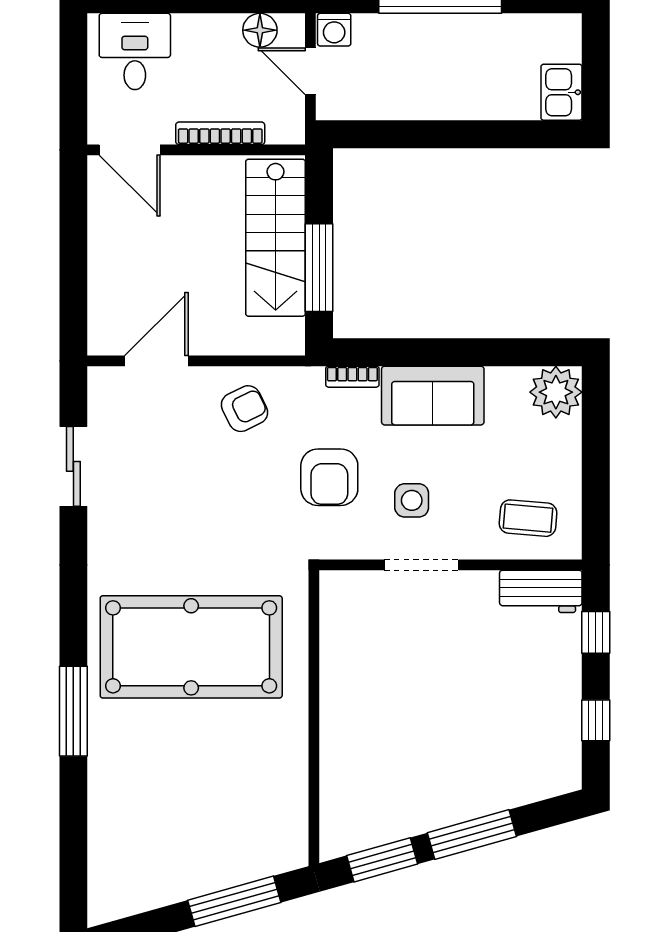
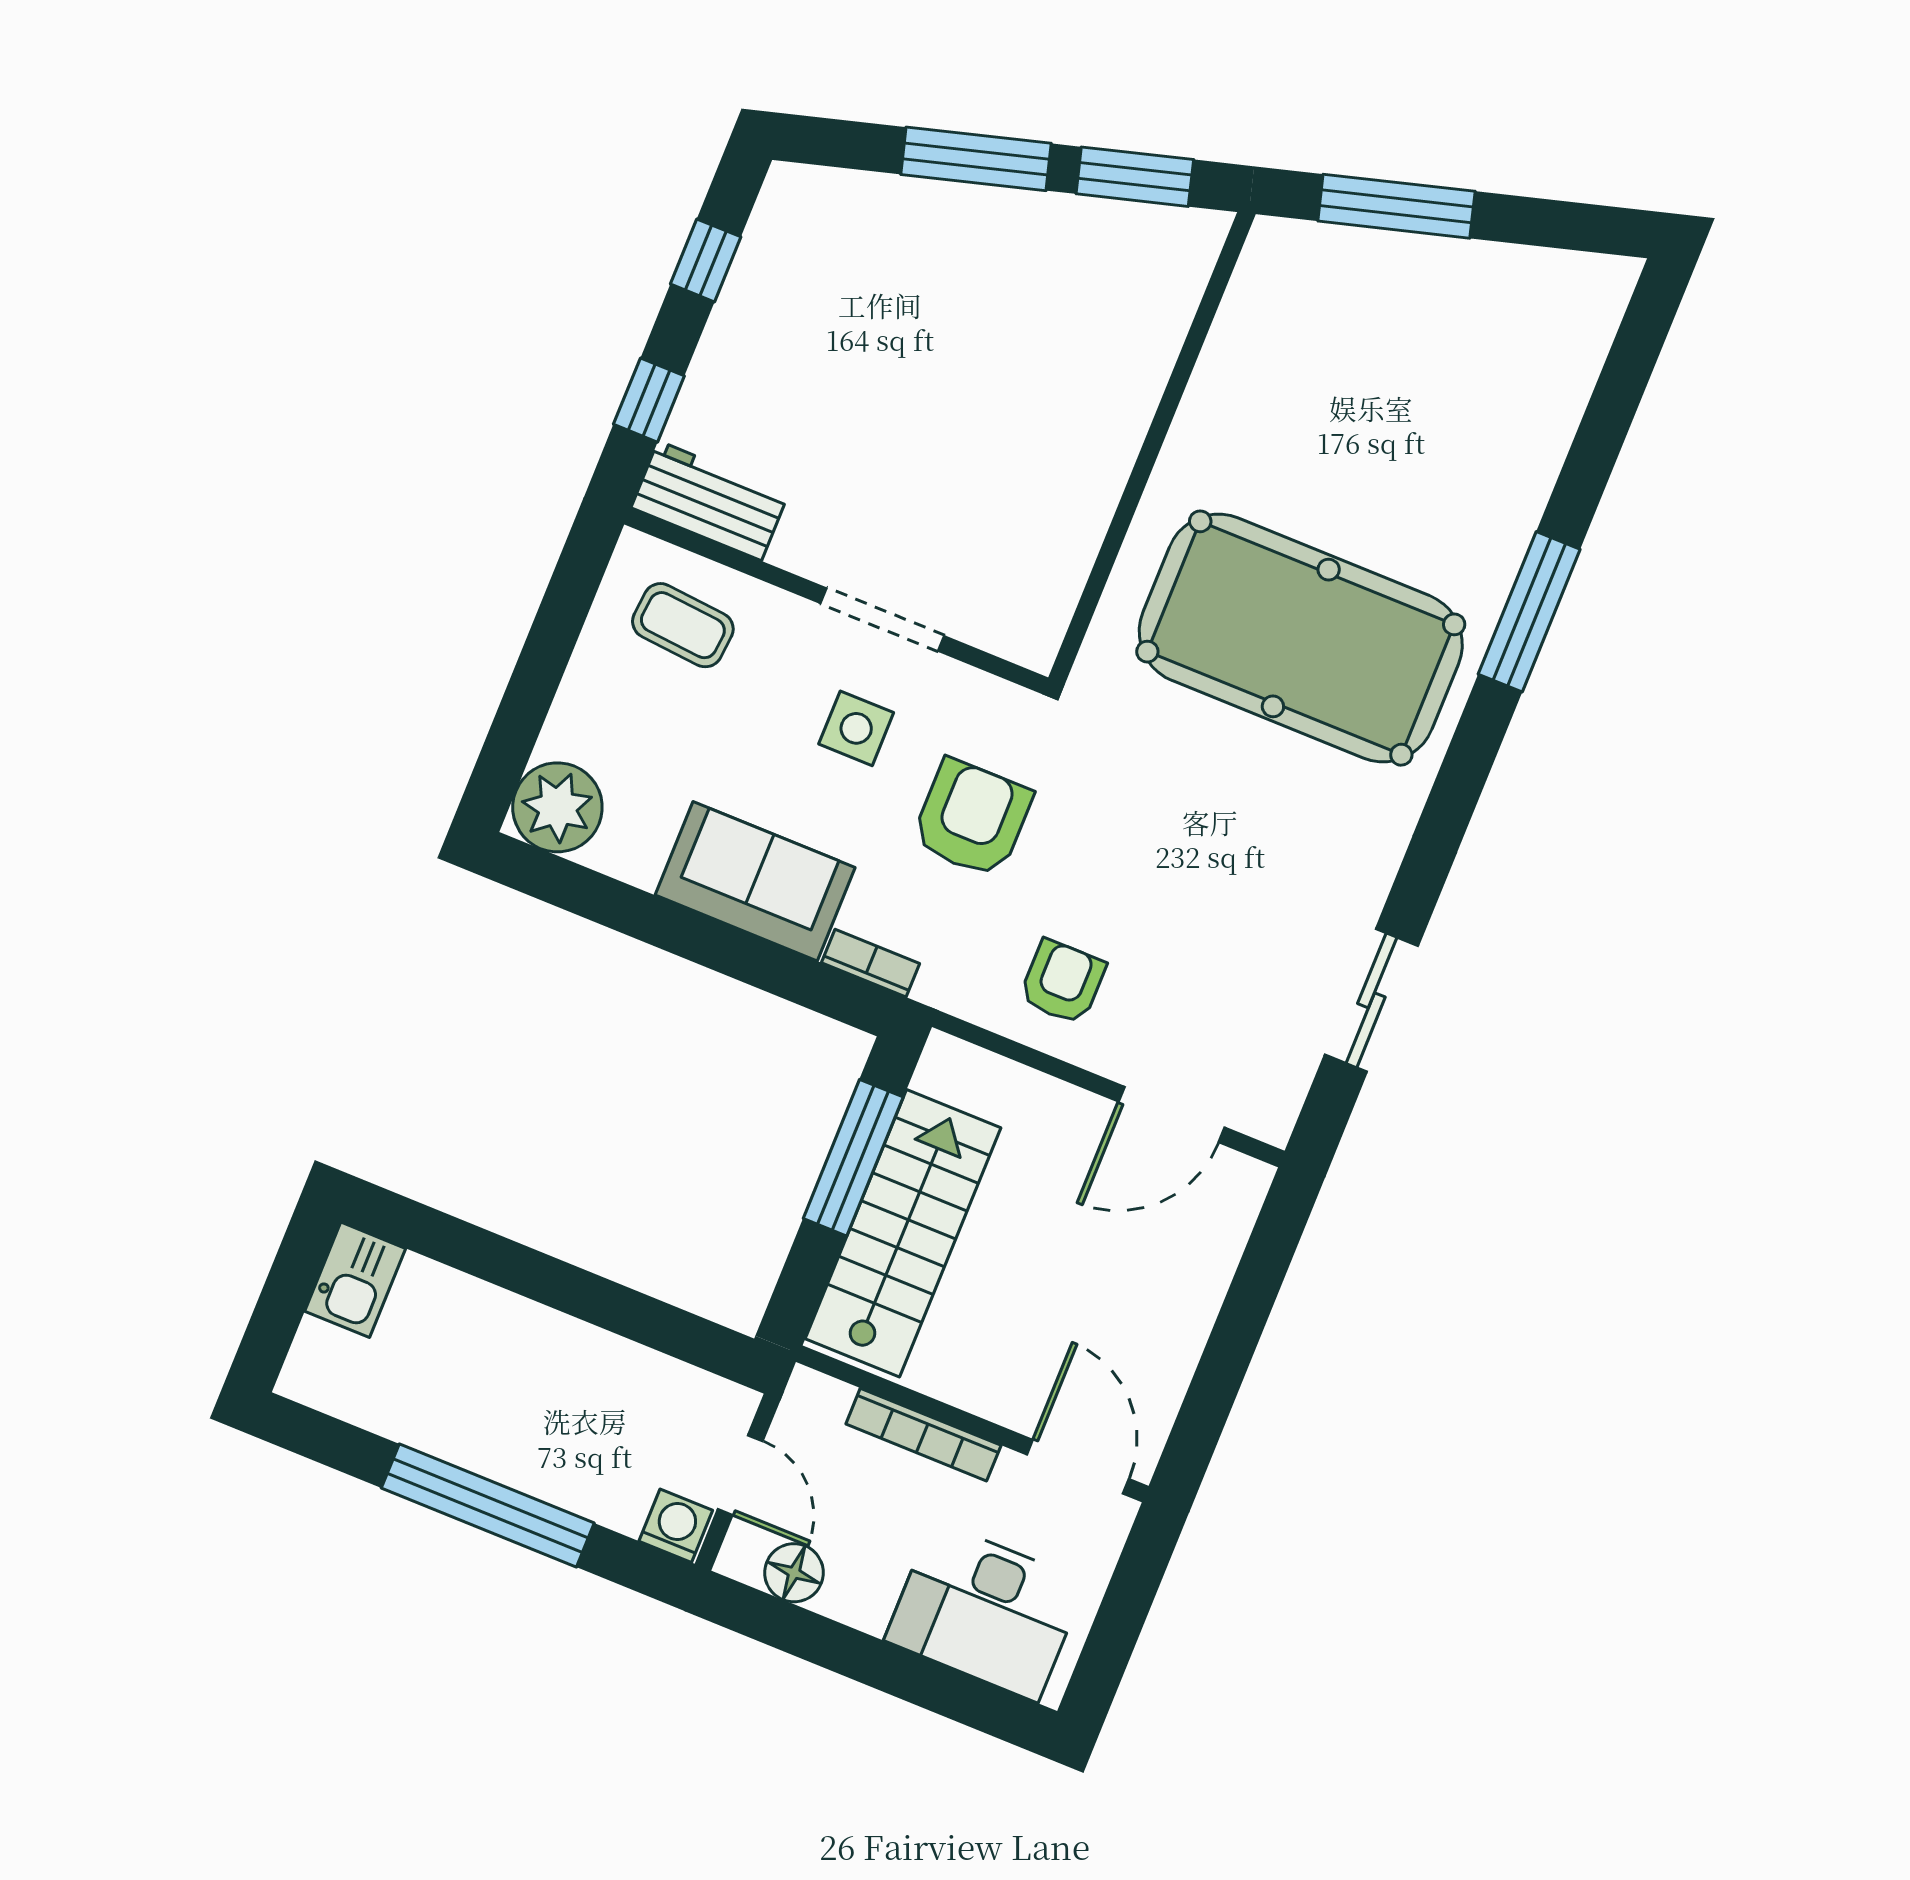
desk: (135, 51) -> (985, 1611), width x1.37
armchair: (244, 409) -> (1062, 982), turned 116

